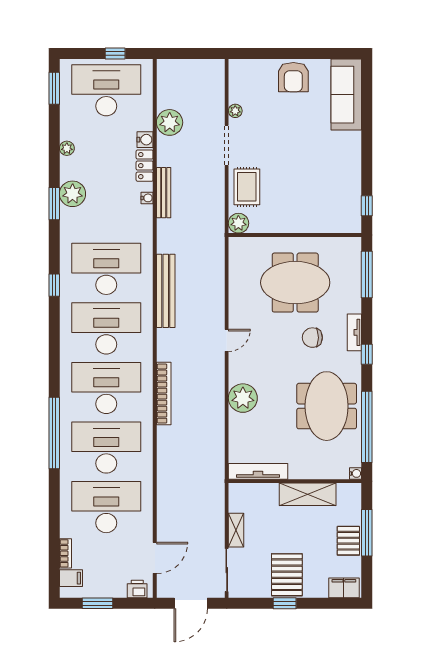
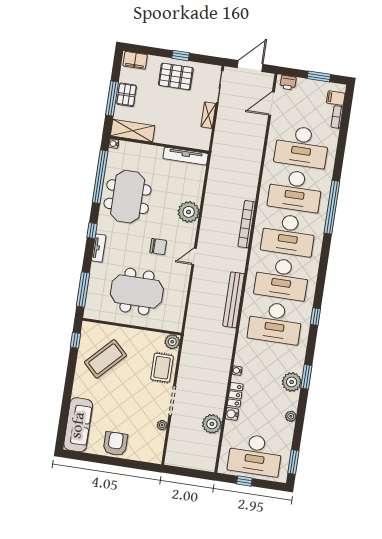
coffee table: (323, 187) -> (105, 359), added
bench: (164, 193) -> (224, 373), removed
chair: (312, 338) -> (158, 247), moved
shelving: (308, 494) -> (133, 131), moved
pallet: (287, 575) -> (176, 76), turned 90

